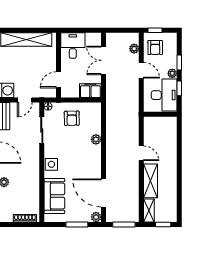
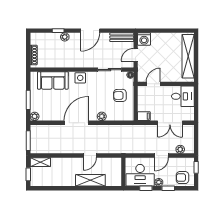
armchair: (155, 47) -> (182, 178), moved
double door: (103, 60) -> (170, 123), swing flipped
door: (58, 80) -> (153, 84), hinge flipped
filing cabinet: (90, 91) -> (144, 116), width x0.50
door: (25, 100) -> (136, 55), hinge flipped
shelving: (150, 181) -> (90, 180), moved
door: (103, 193) -> (76, 123), moved

